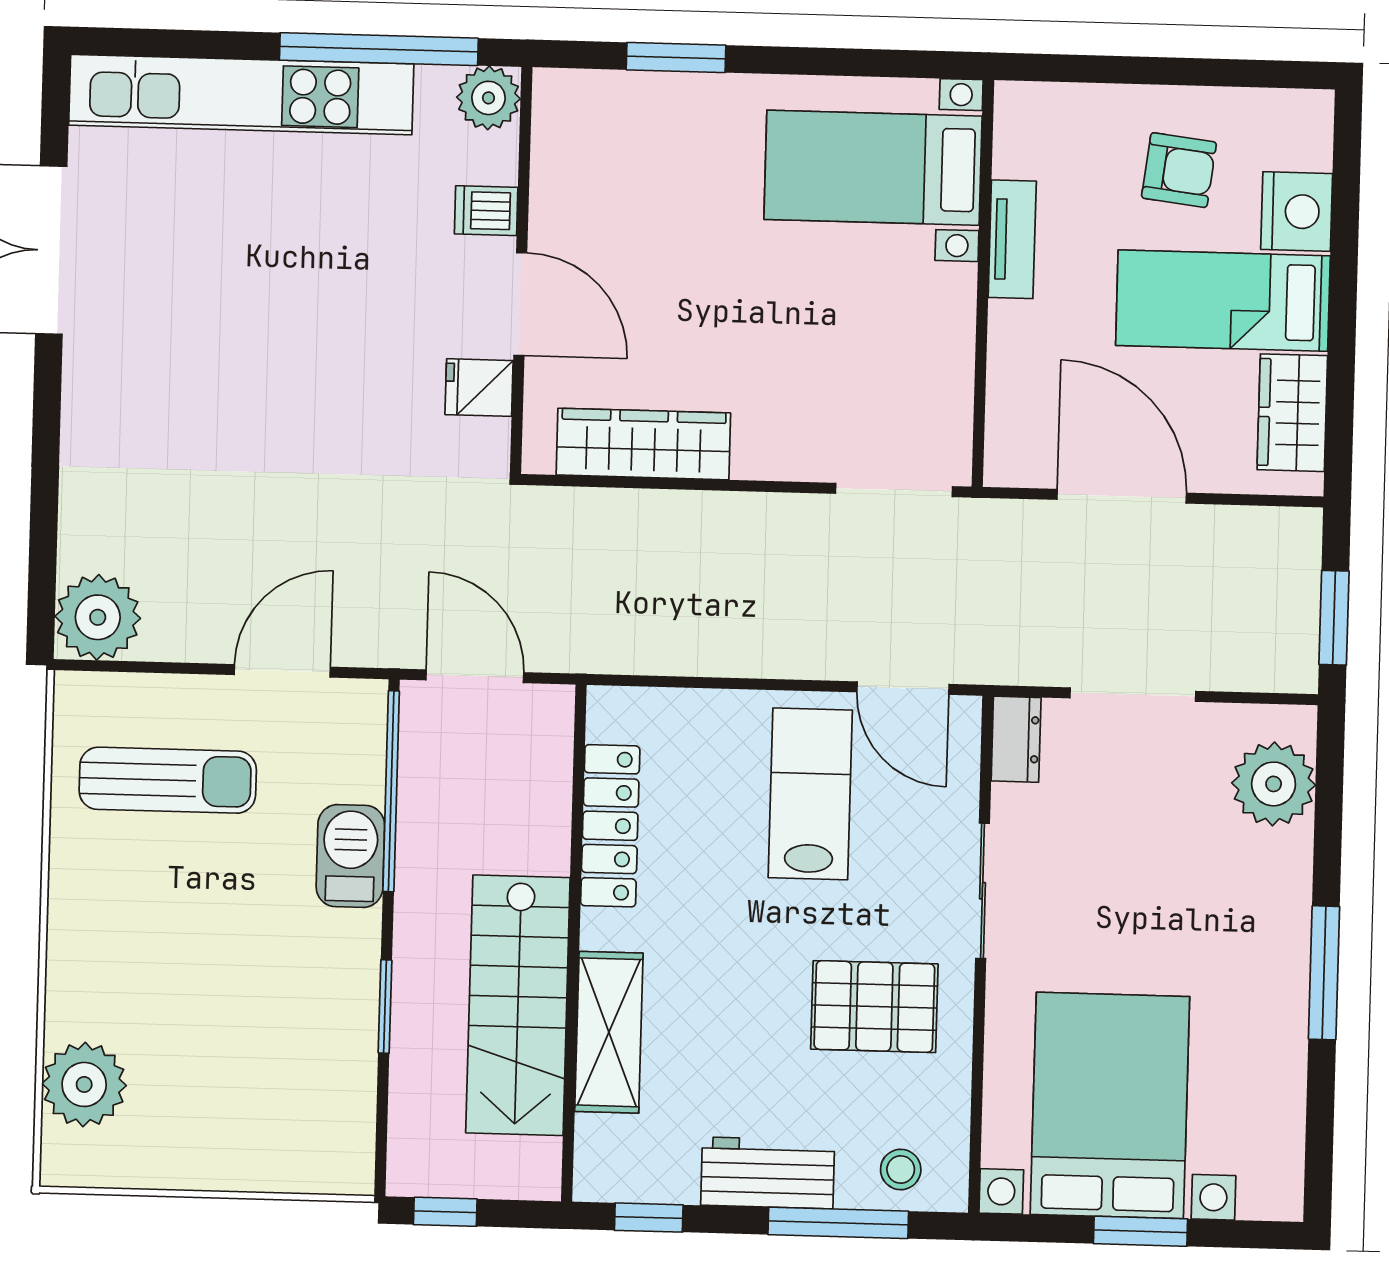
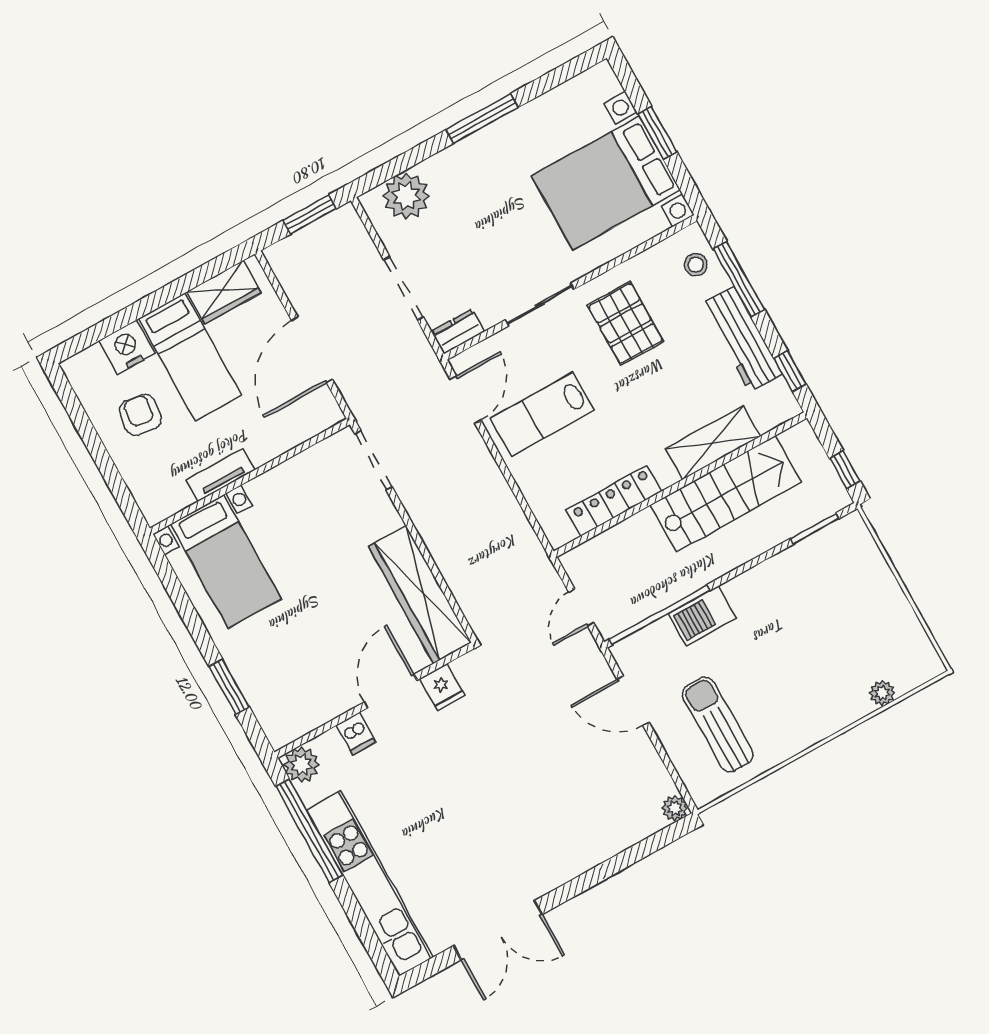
wardrobe: (643, 444) -> (420, 594), width x1.40, depth x1.17
plant: (98, 617) -> (675, 808), width x0.53, depth x0.53
door: (475, 676) -> (581, 607), width x0.73
window: (385, 1007) -> (815, 529), moved
plant: (84, 1084) -> (882, 693), width x0.53, depth x0.53
workbench: (768, 1173) -> (742, 339), width x1.37

